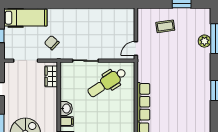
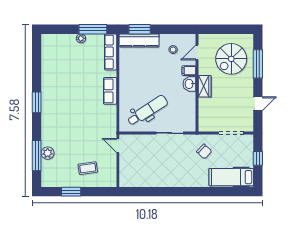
door: (136, 48) -> (118, 145), swing flipped
wardrobe: (51, 76) -> (205, 86), moved
row of seats: (143, 102) -> (110, 91), width x0.68

